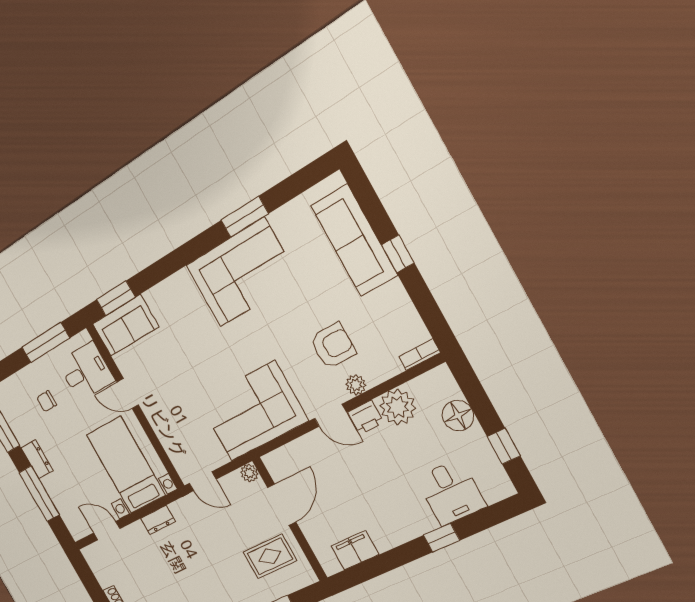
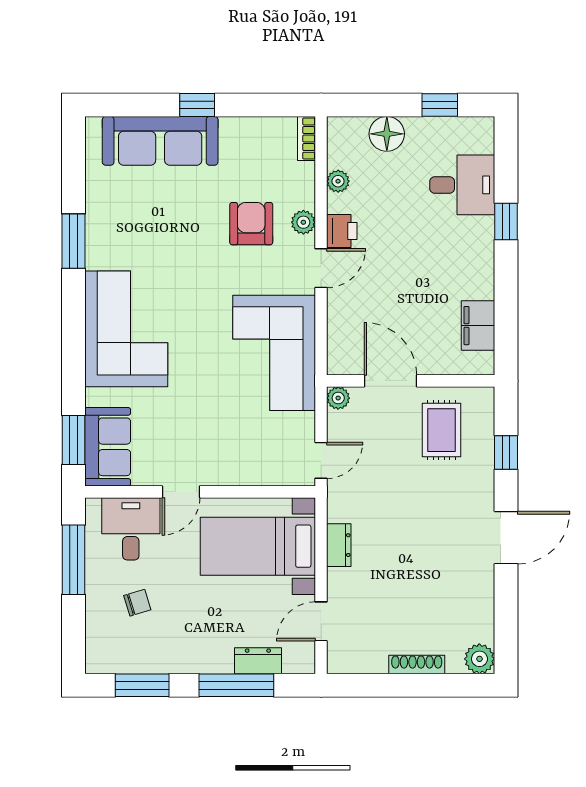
corner sofa: (242, 273) -> (126, 329), moved
chair: (47, 401) -> (137, 603), turned -107
plant: (398, 407) -> (338, 181), width x0.53, depth x0.53
dresser: (37, 459) -> (258, 661), moved

